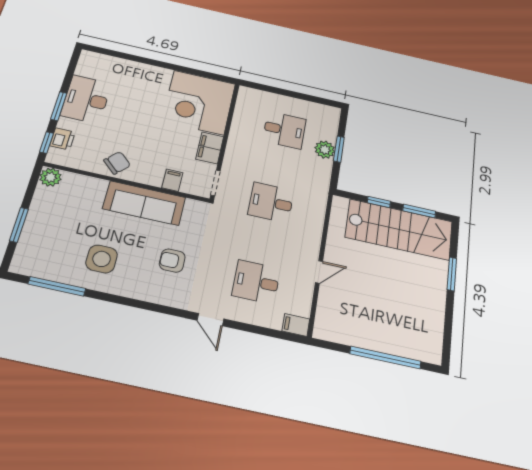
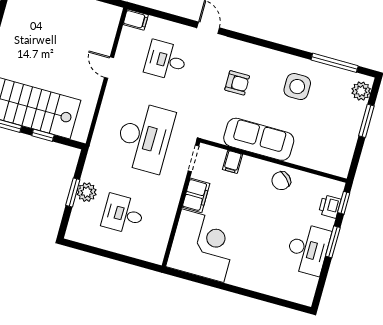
plant: (50, 177) -> (361, 91), moved
desk: (271, 202) -> (144, 137), width x1.87, depth x1.30
door: (319, 272) -> (109, 68), hinge flipped
desk: (256, 282) -> (166, 60), turned 180

